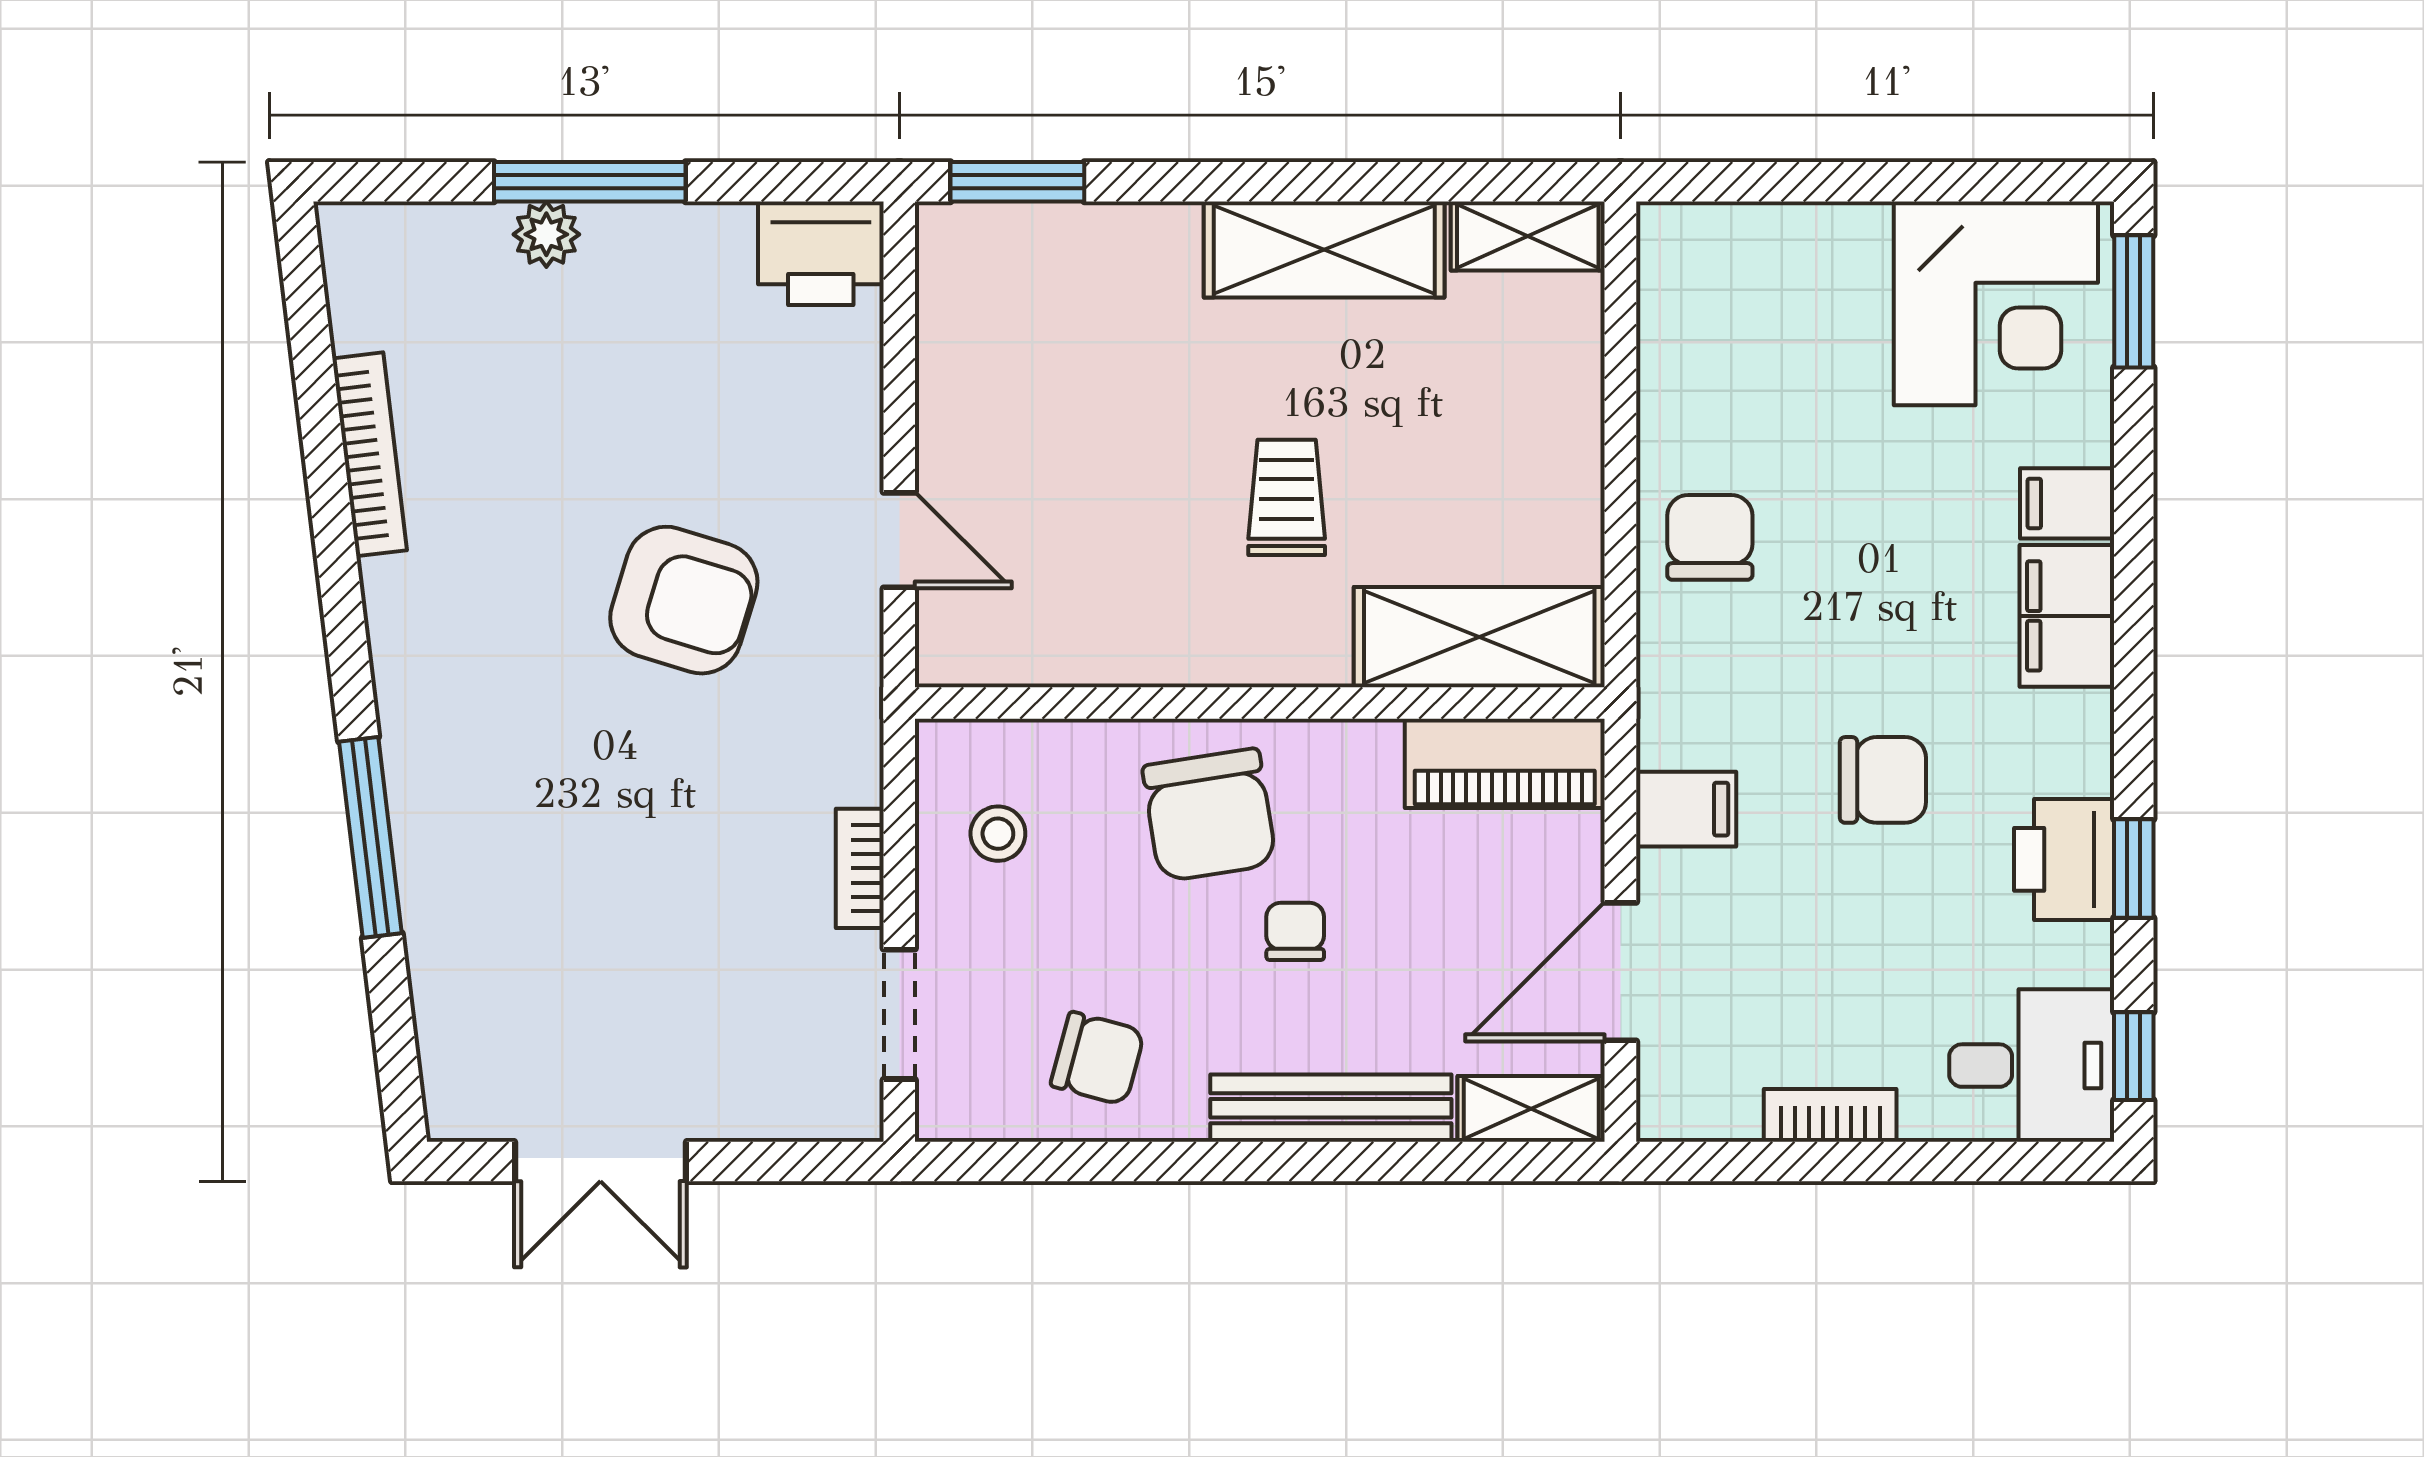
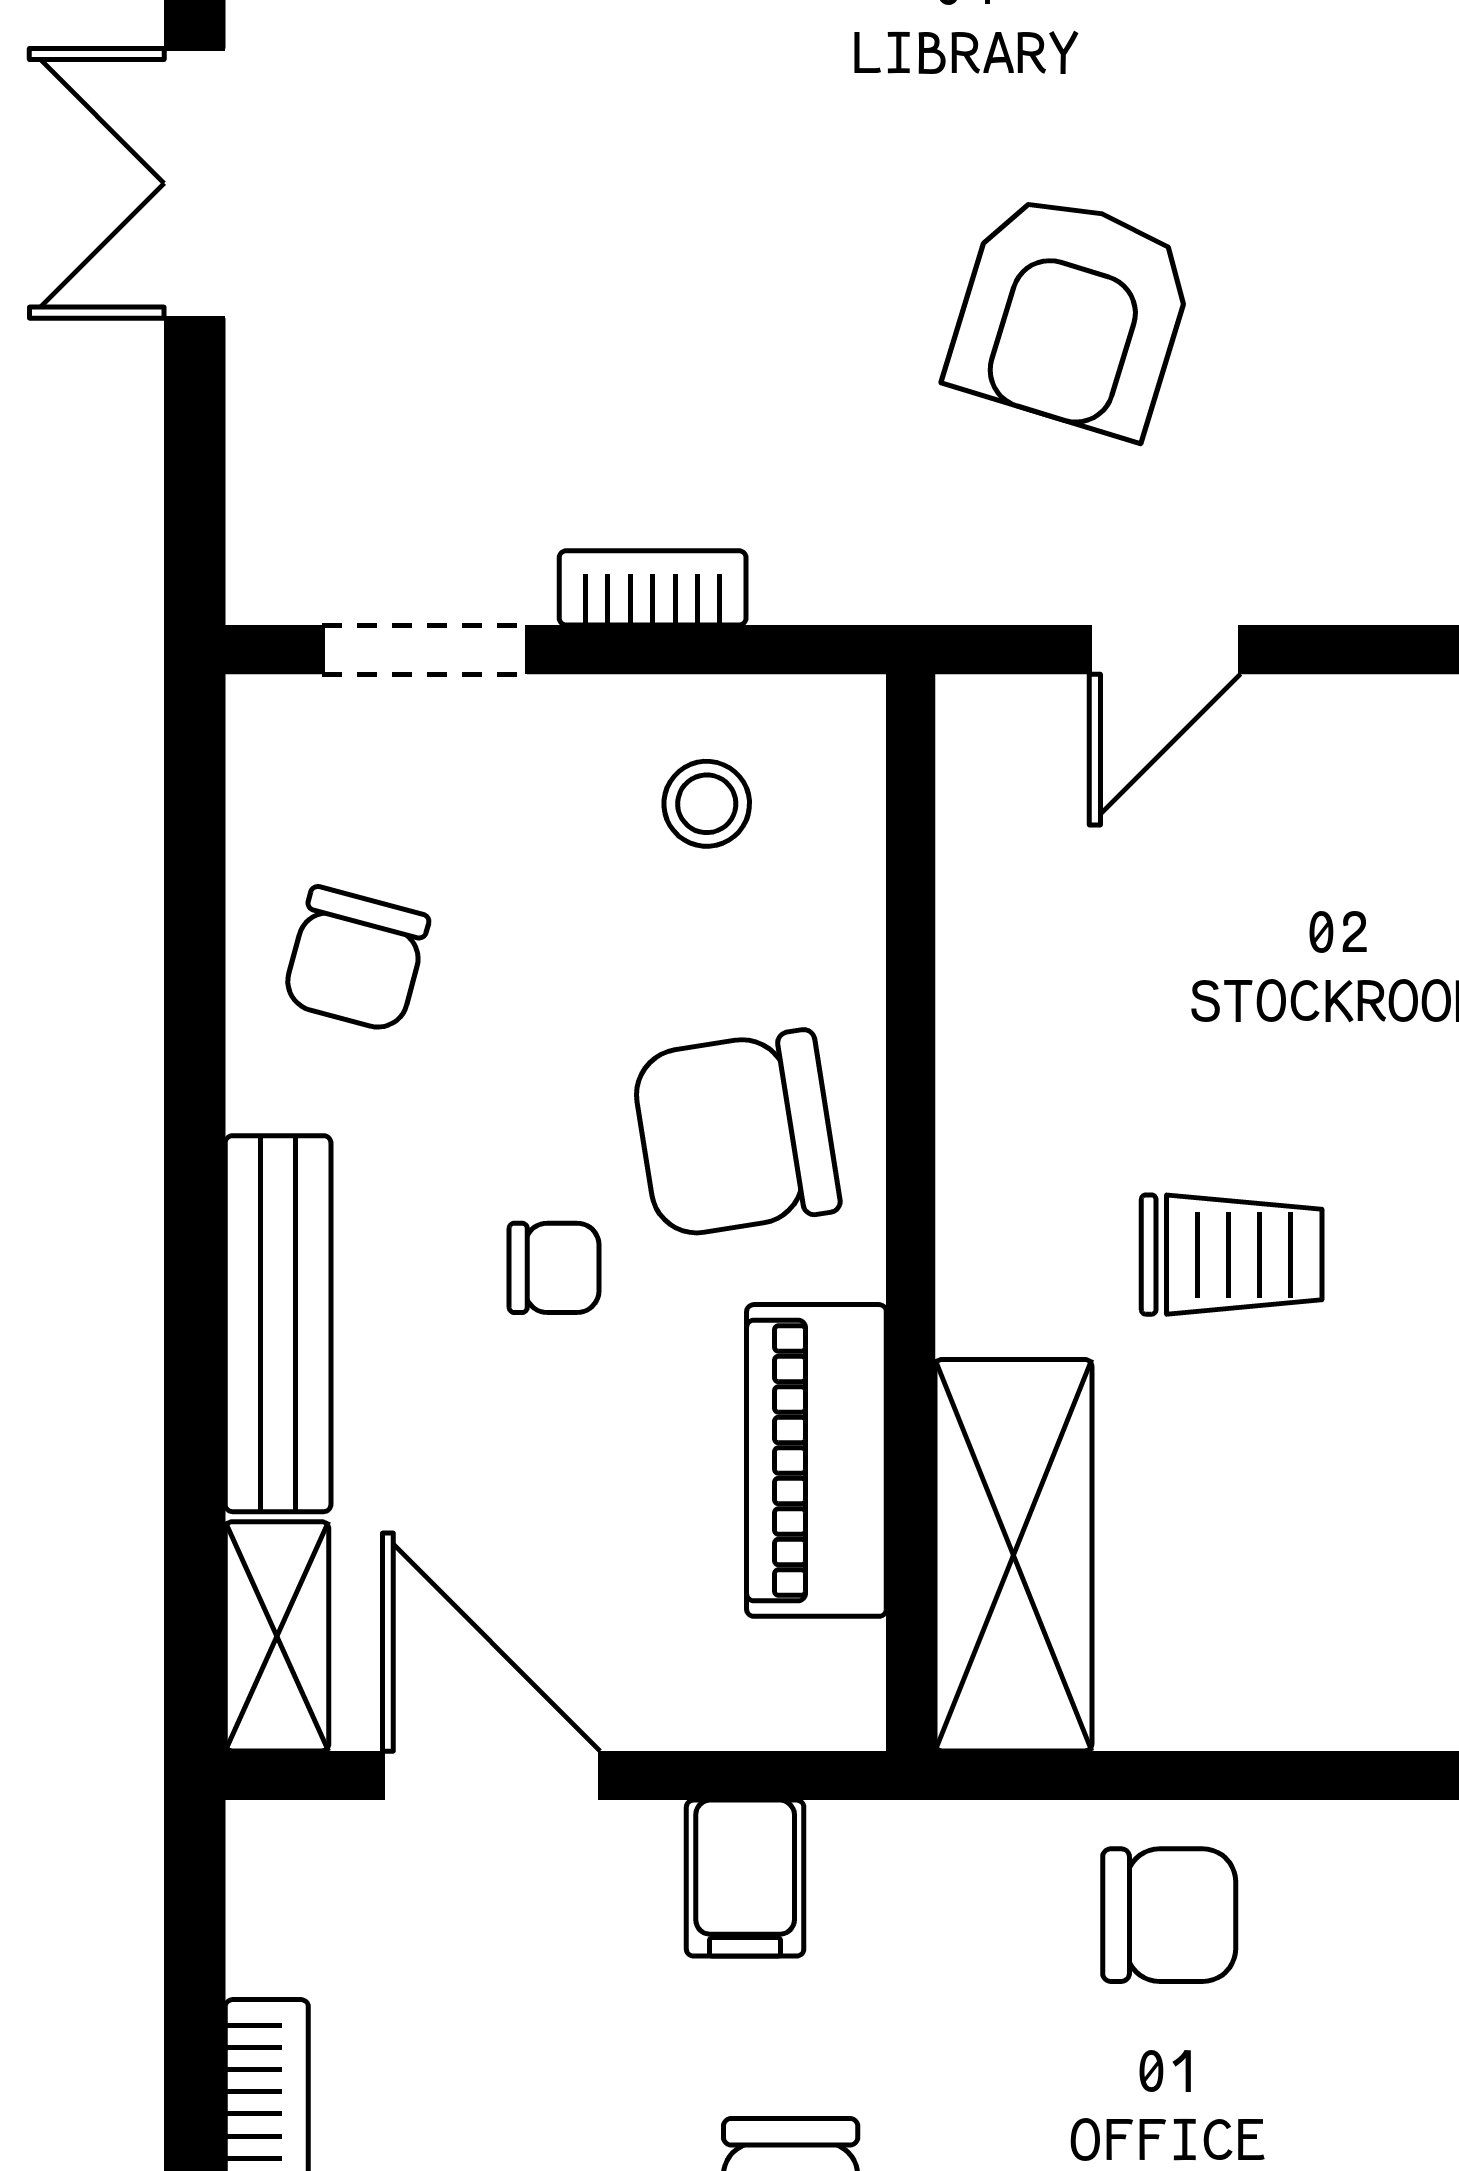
piano: (1505, 763) -> (816, 1460), moved

